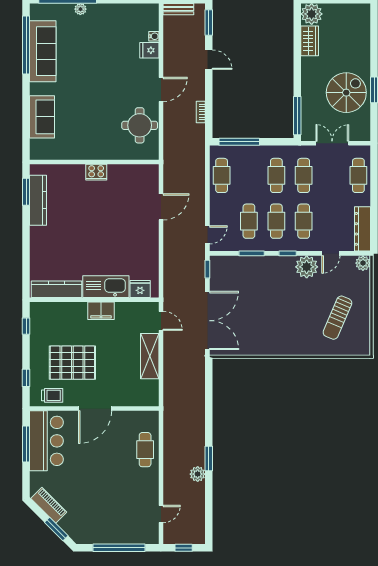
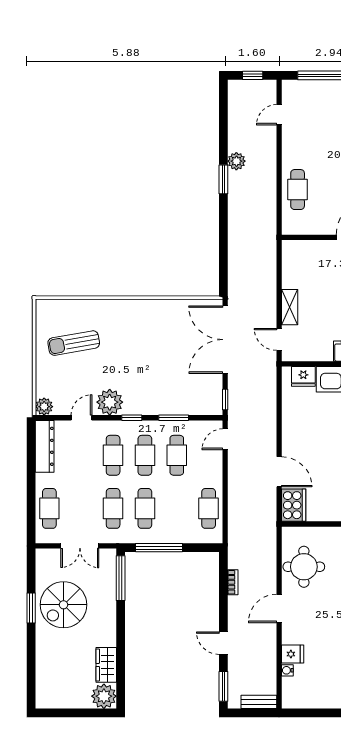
window: (239, 142) -> (159, 548), moved
cooker: (148, 178) -> (294, 505), added
door: (161, 207) -> (279, 472), swing flipped
sun lounger: (338, 318) -> (74, 343), turned -123
shelving: (150, 356) -> (290, 307), width x0.67, depth x0.75

